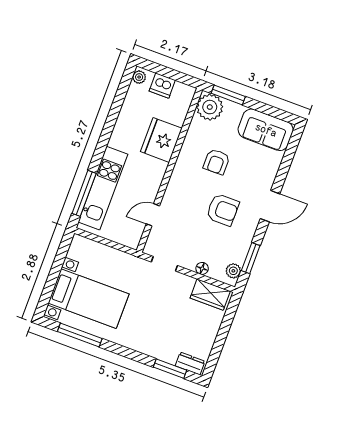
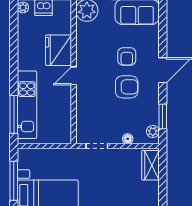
armchair: (216, 162) -> (127, 56), moved
door: (153, 215) -> (74, 76), moved
window: (56, 268) -> (14, 181), added
wardrobe: (210, 295) -> (150, 165), moved, turned 90

